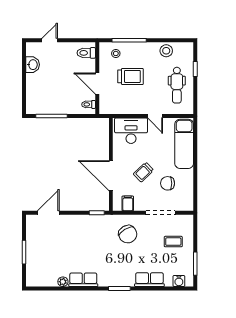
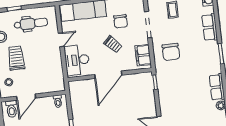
trolley: (131, 76) -> (16, 58), moved
door: (97, 83) -> (26, 97), moved
door: (111, 176) -> (108, 75), moved
filing cabinet: (128, 203) -> (143, 55), width x2.00
chair: (128, 234) -> (171, 52), turned 121

